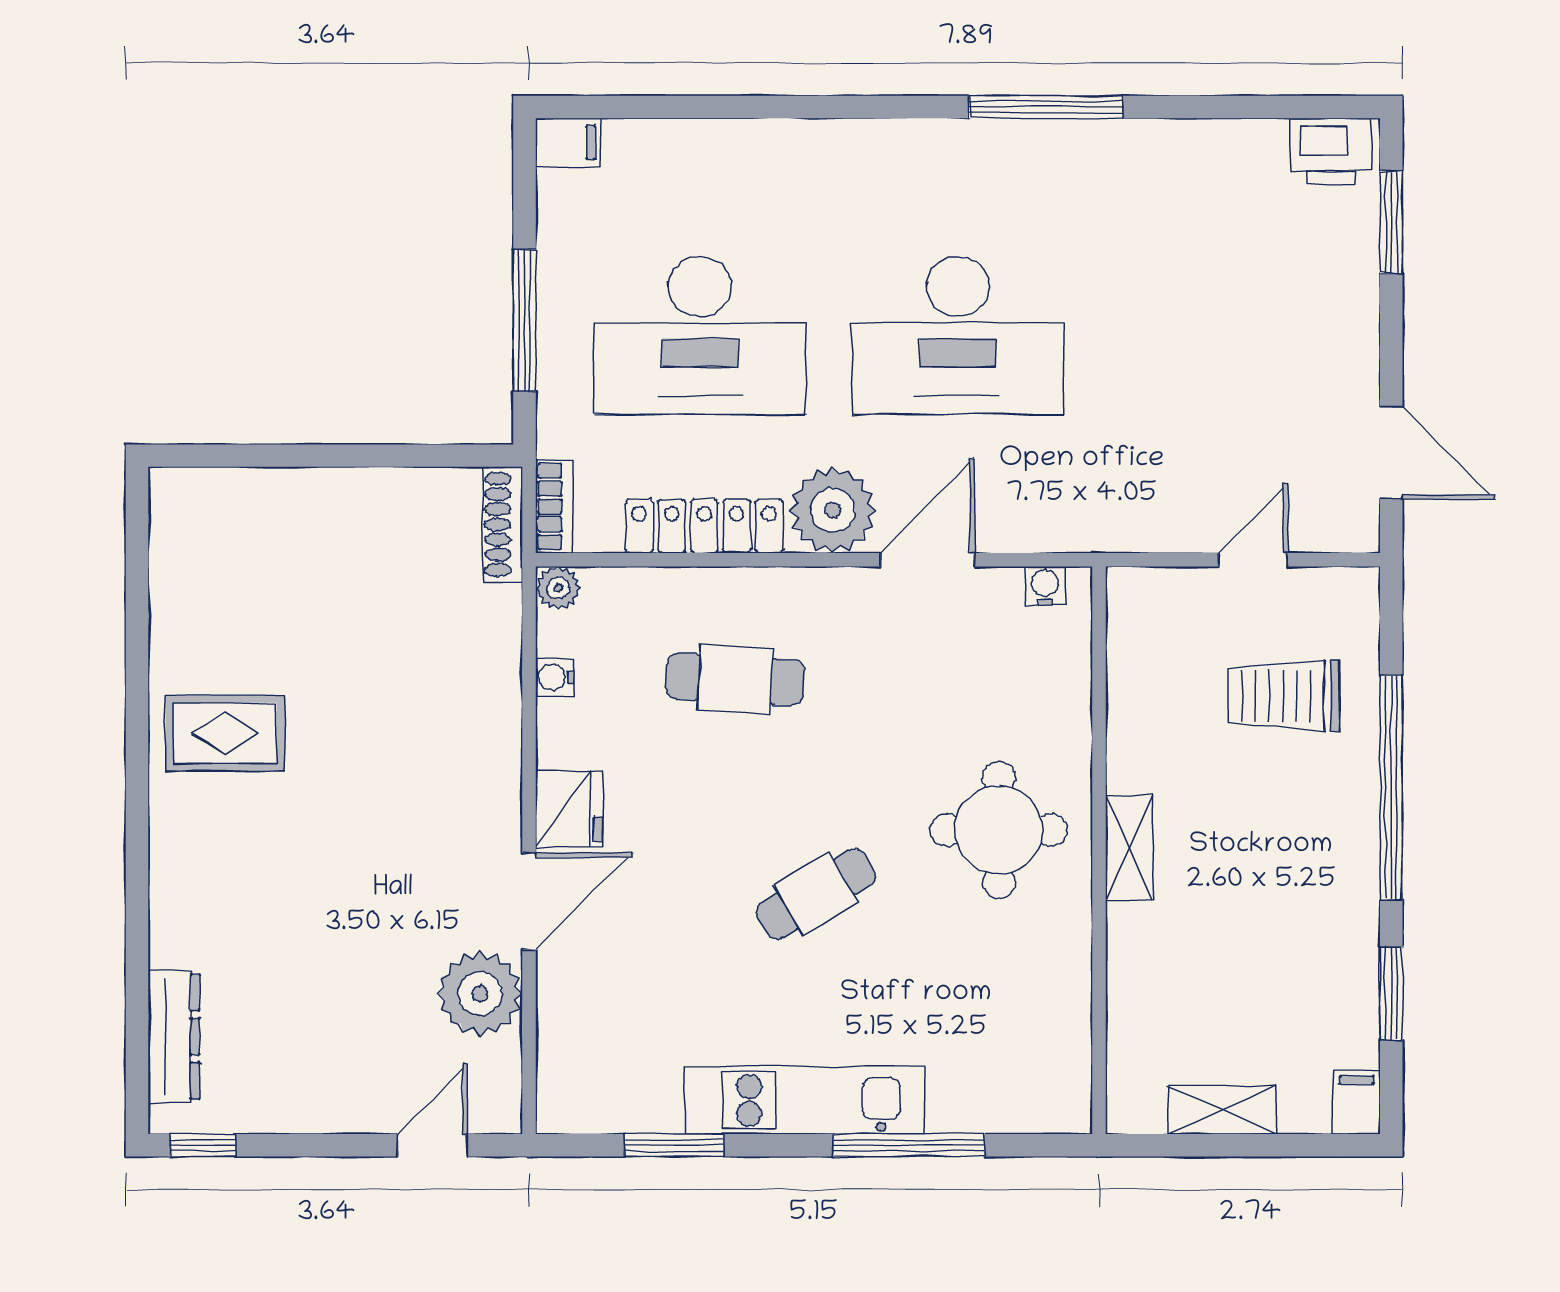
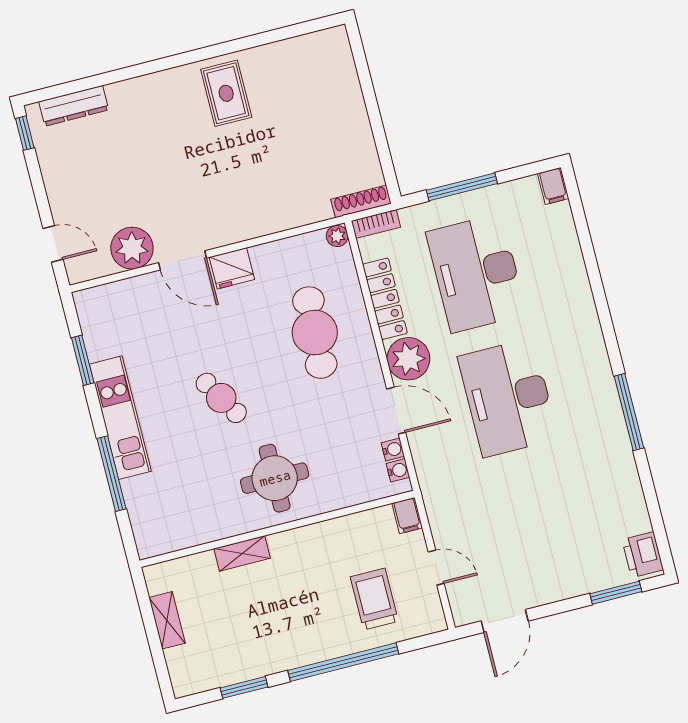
water cooler: (555, 677) -> (393, 449), moved, turned 90
cafe table: (735, 679) -> (315, 333), width x1.37, depth x1.35
shelving: (1129, 848) -> (242, 553), moved
filing cabinet: (1356, 1102) -> (407, 516), moved, turned 90

